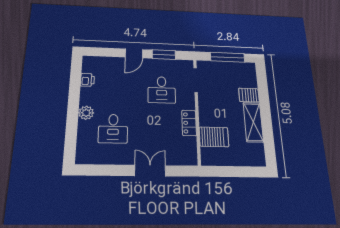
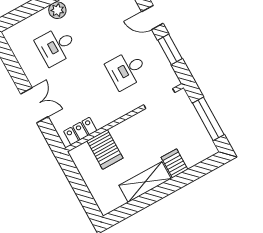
locker: (189, 123) -> (80, 131), moved

